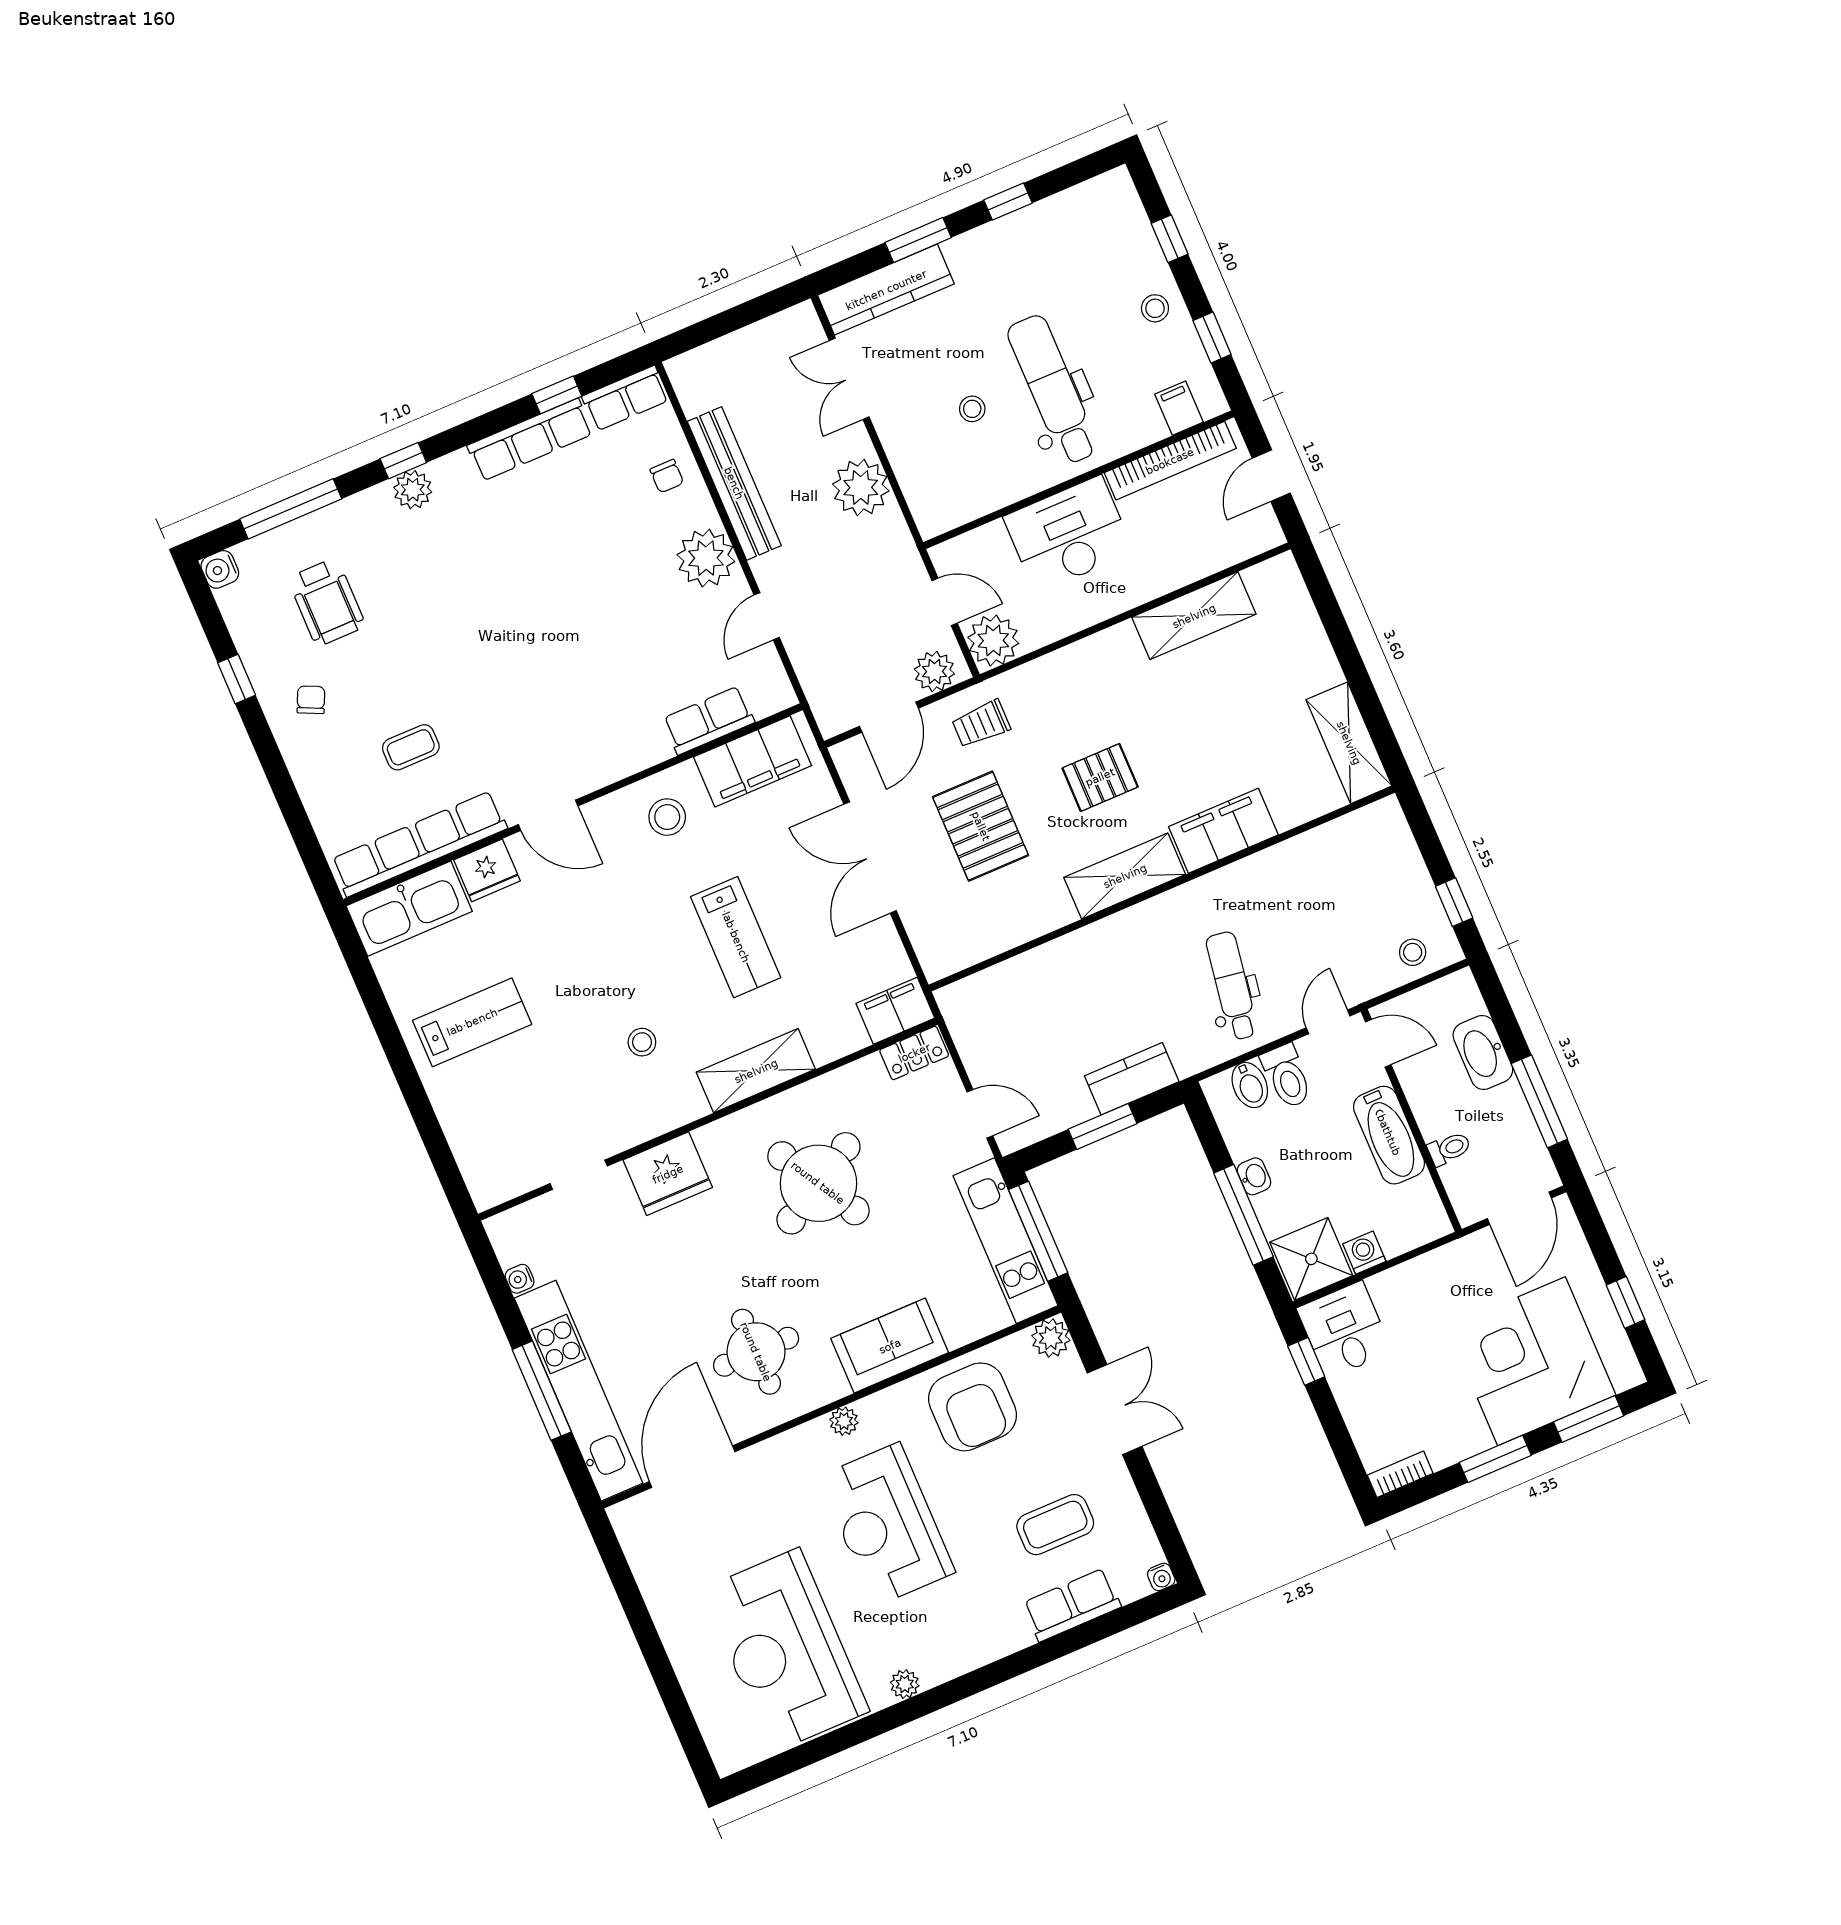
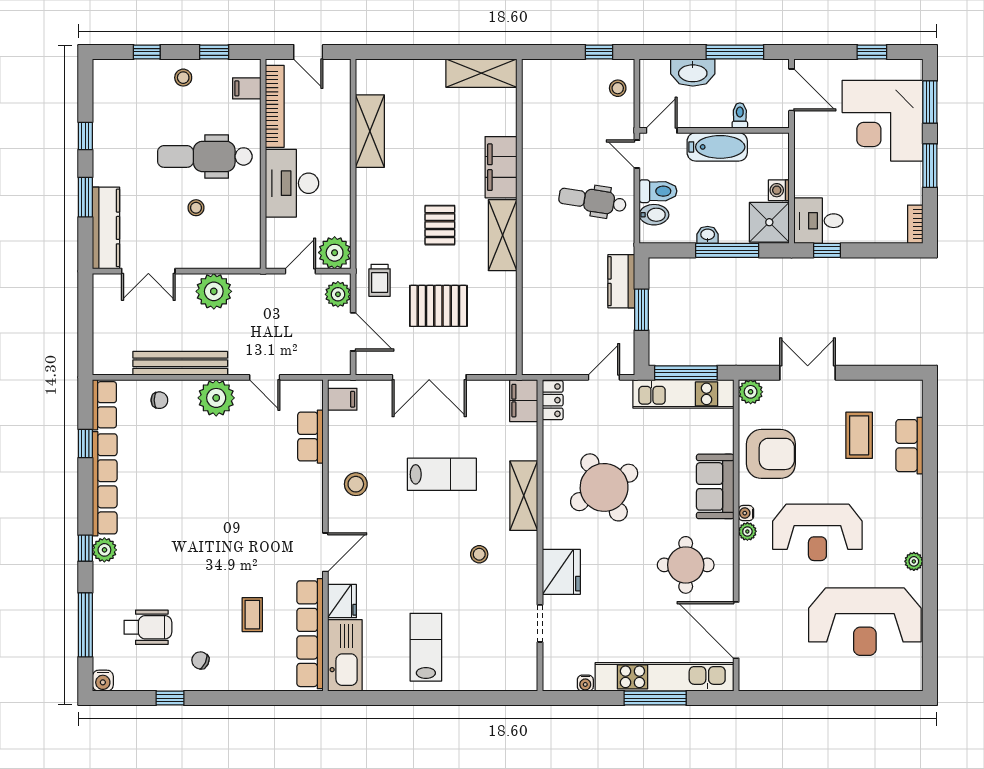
row of seats: (530, 440) -> (105, 484), width x1.36
filing cabinet: (753, 761) -> (342, 399), width x0.33, depth x0.86
water cooler: (1161, 1577) -> (746, 513), moved, turned 180

